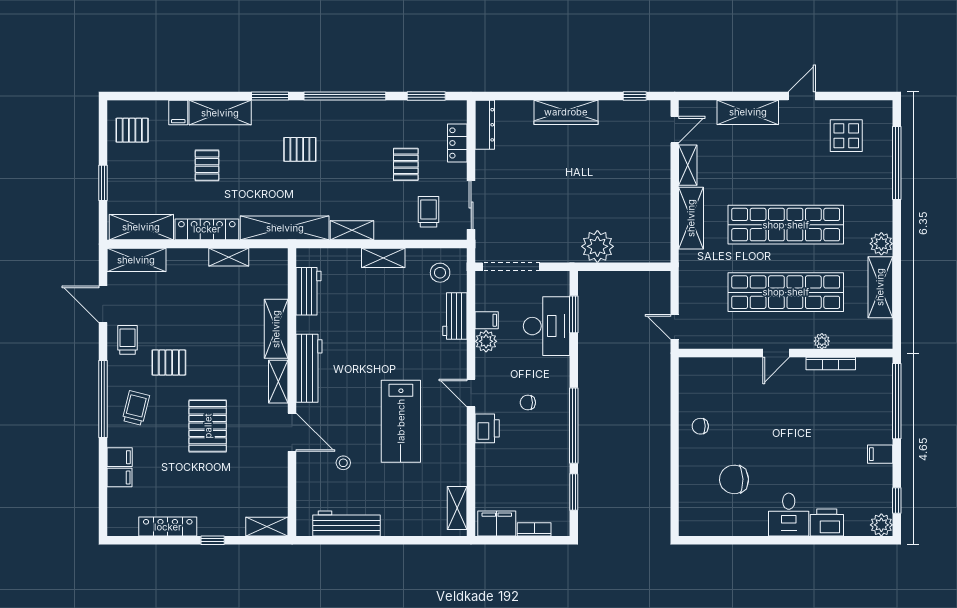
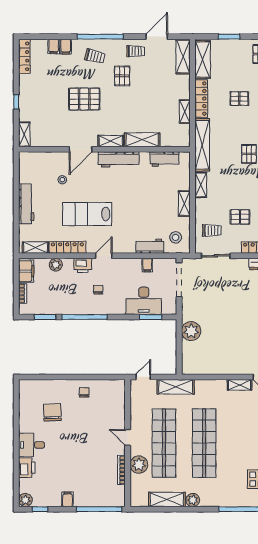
shelving: (691, 218) -> (176, 387), moved
plant: (486, 341) -> (56, 265), moved
plant: (822, 341) -> (139, 465), width x1.88, depth x1.88
locker: (457, 454) -> (67, 247), added
workbench: (347, 524) -> (26, 204), moved
locker: (168, 527) -> (24, 56), moved

